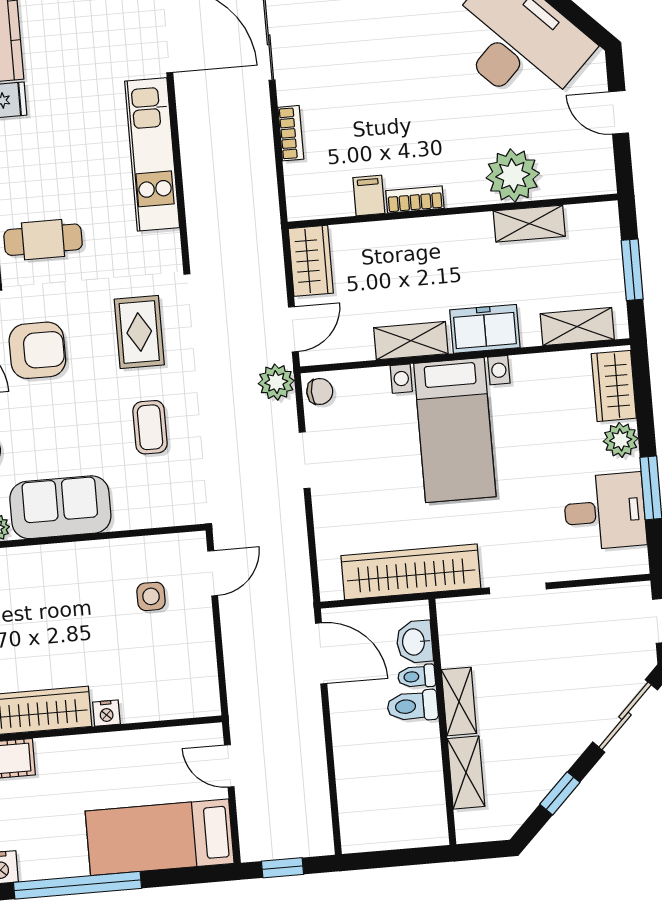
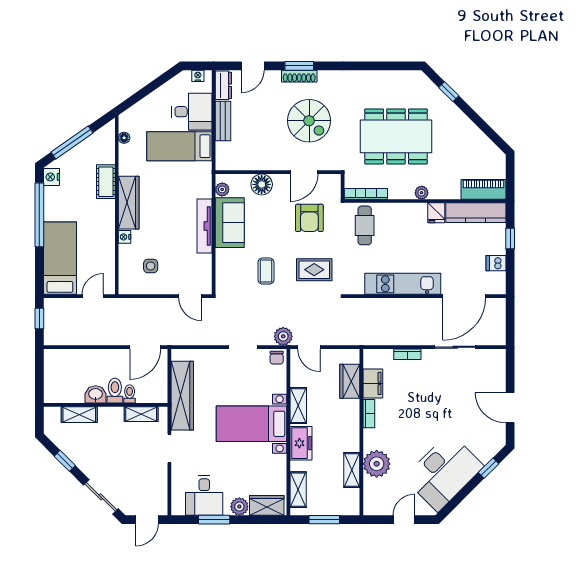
filing cabinet: (369, 195) -> (373, 383), width x2.00
wardrobe: (311, 261) -> (350, 381), moved, turned 90
coffee table: (150, 427) -> (266, 271), turned 90
tv unit: (71, 557) -> (205, 226), added
side table: (151, 596) -> (151, 266), moved
washbasin: (415, 642) -> (96, 394), moved
shelving: (459, 702) -> (141, 414), moved

